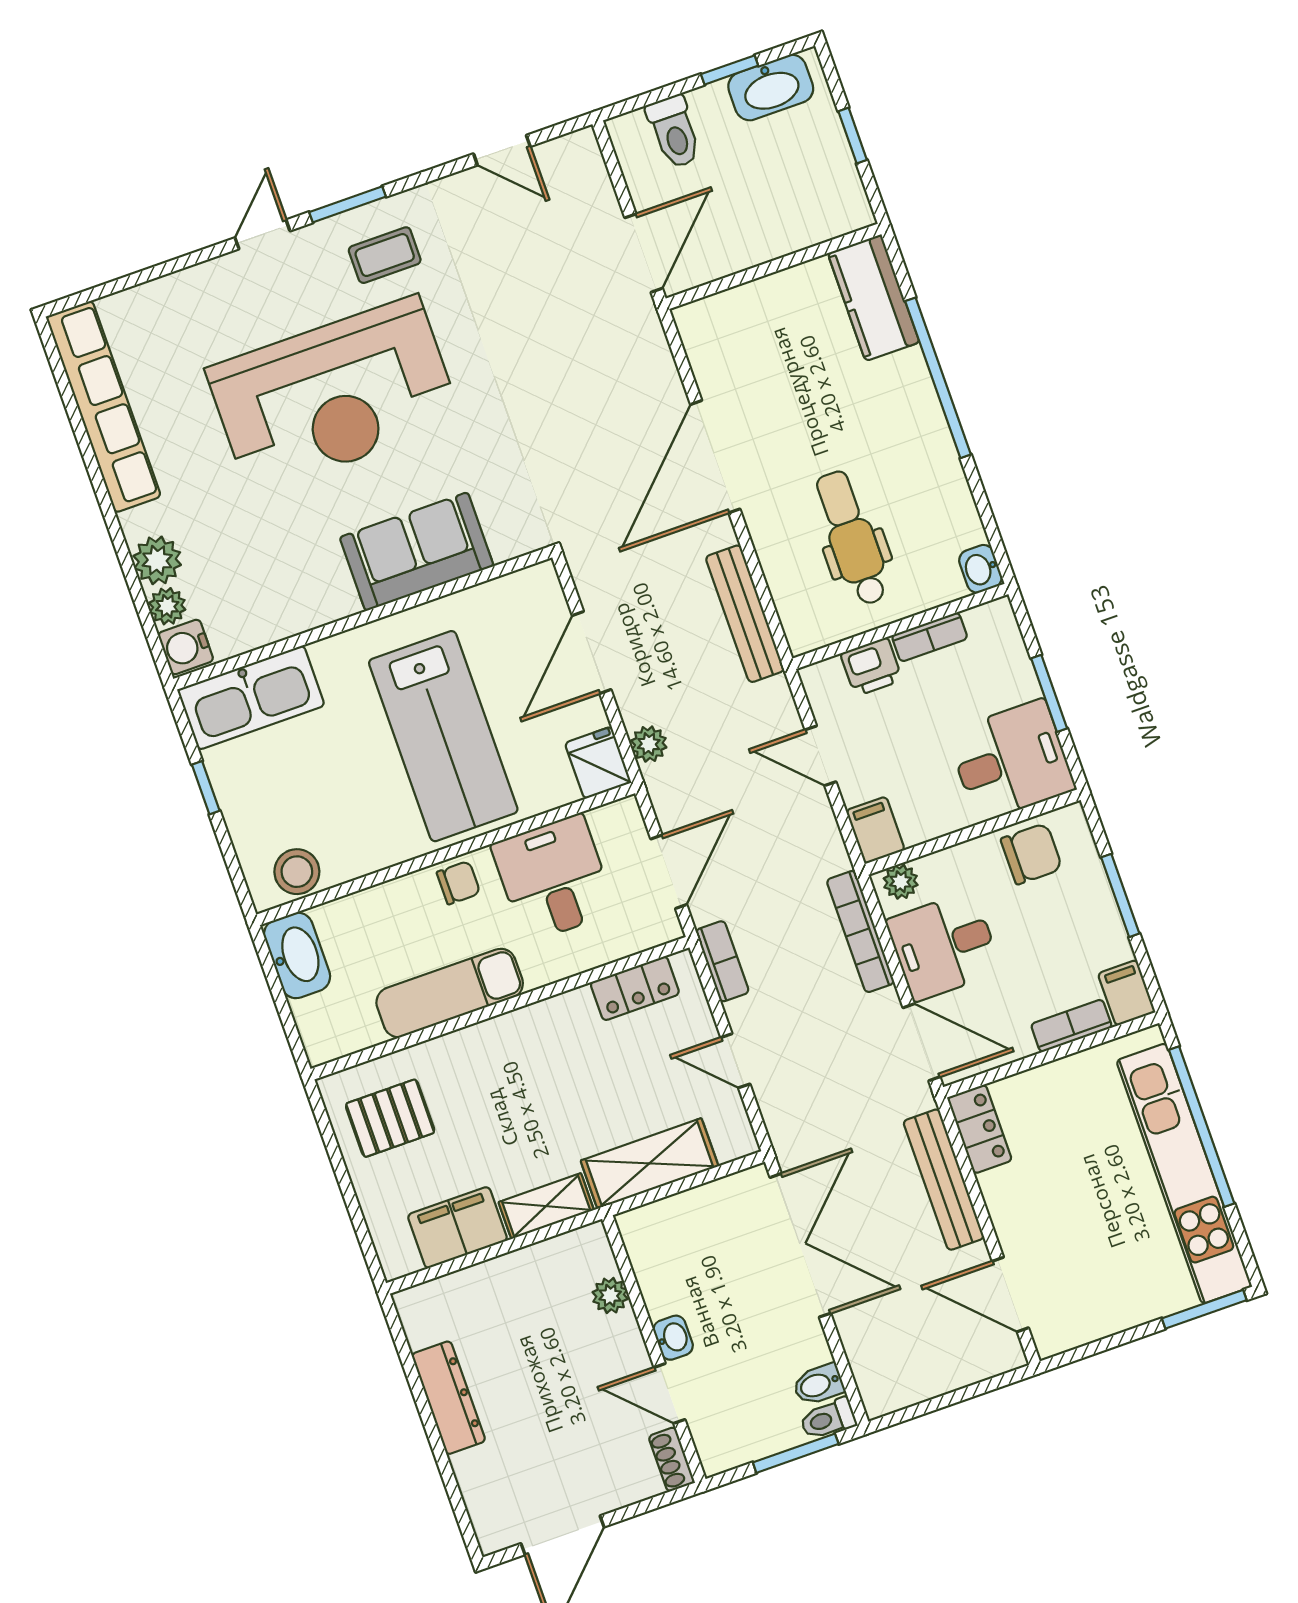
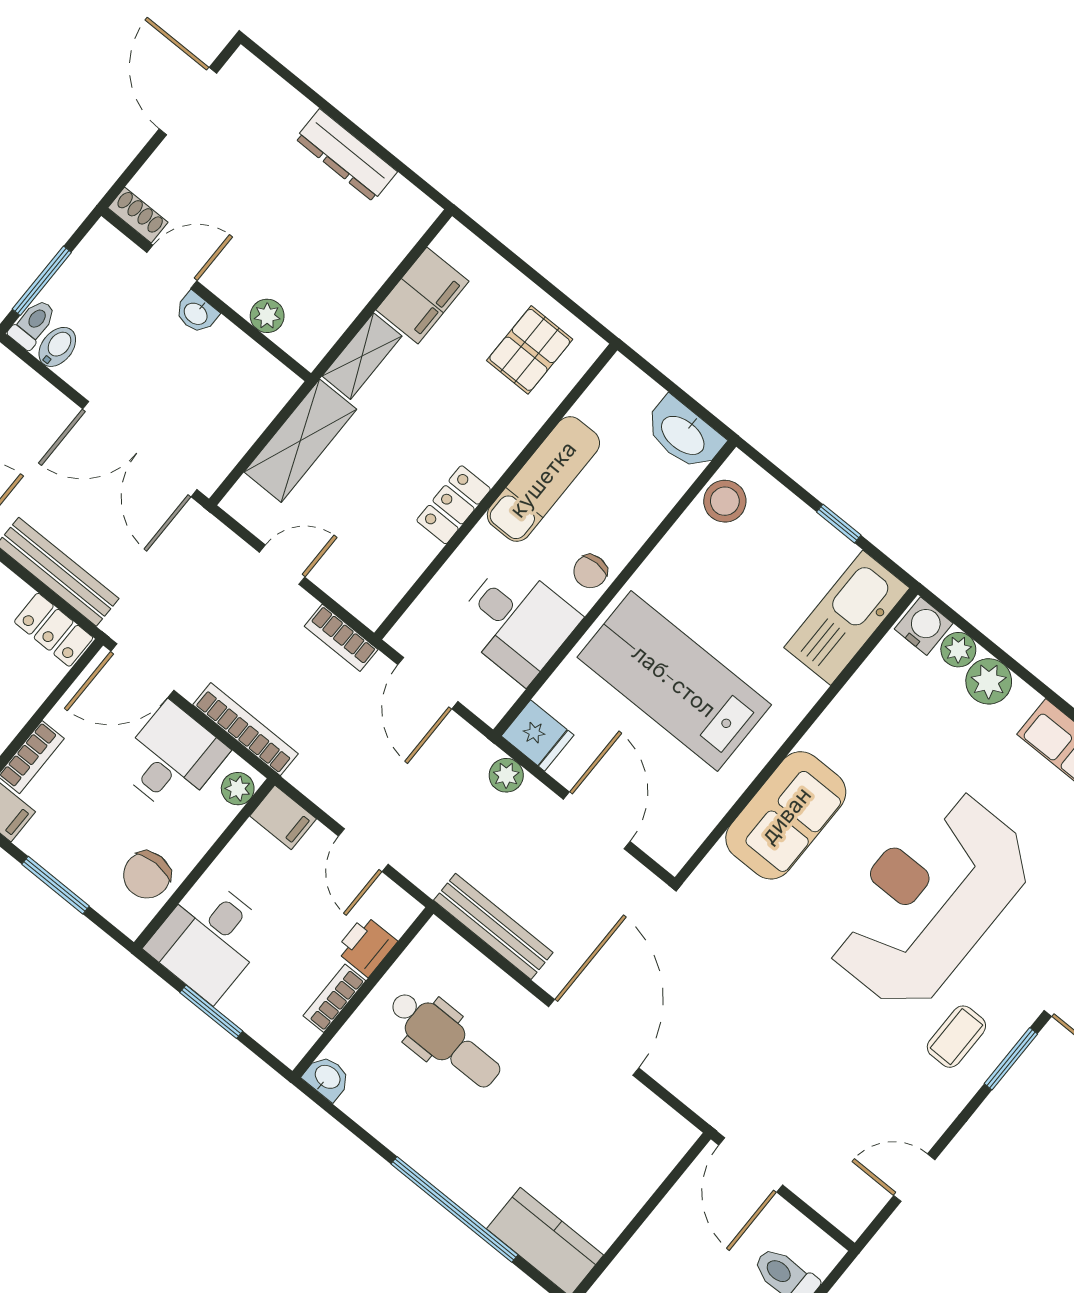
door: (821, 756) -> (363, 850), swing flipped
locker: (635, 988) -> (454, 505), moved

